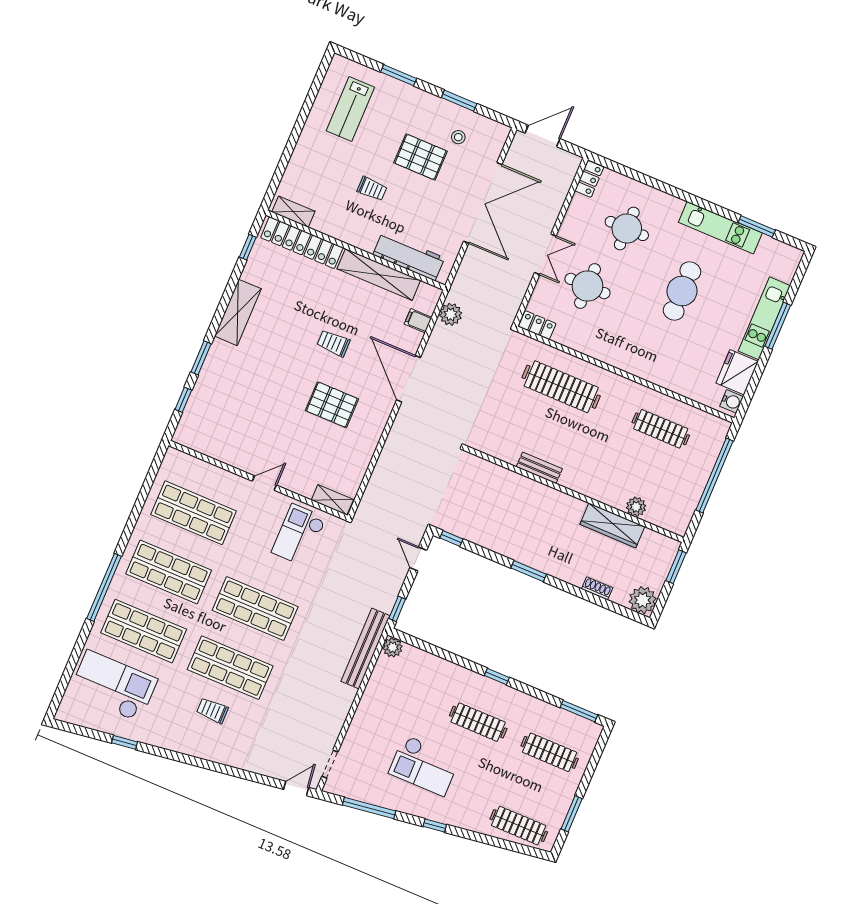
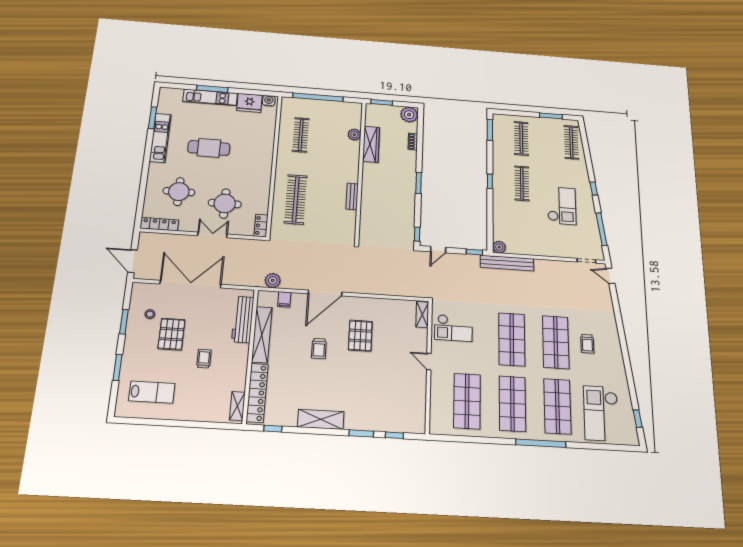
locker: (589, 179) -> (159, 224), width x1.53
window: (125, 742) -> (638, 419), moved

